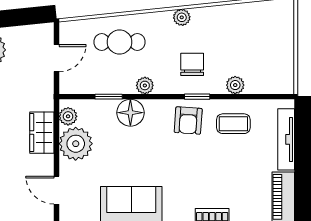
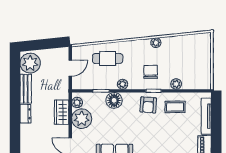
plant: (182, 17) -> (156, 43), moved

